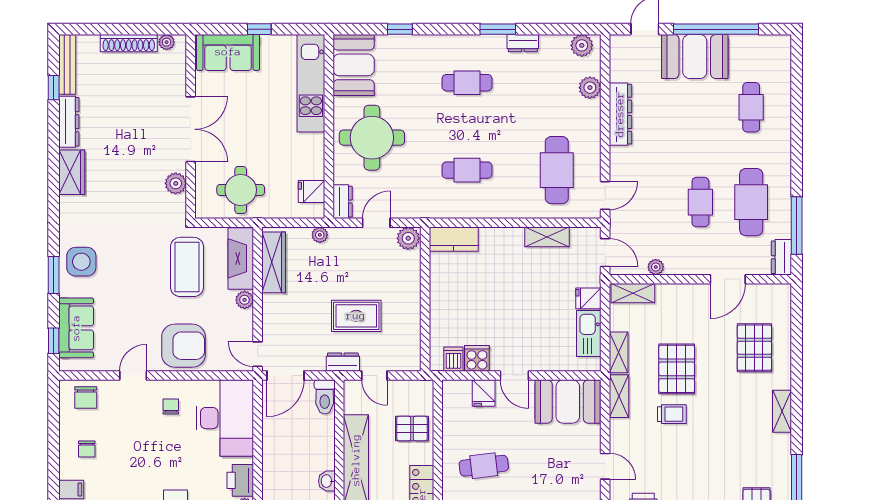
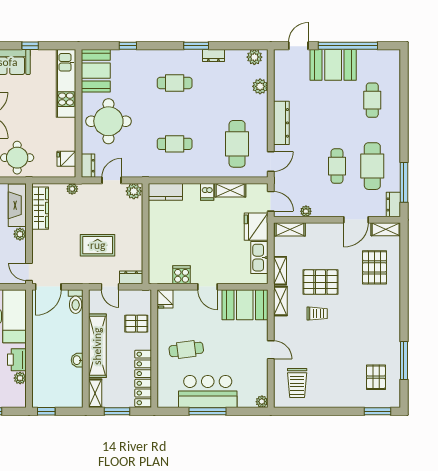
dresser: (620, 114) -> (281, 123), moved
fridge: (588, 298) -> (256, 227), width x1.88, depth x1.34
dishwasher: (453, 359) -> (207, 192), moved, turned 180
dresser: (343, 362) -> (131, 277), moved
pallet: (677, 369) -> (320, 282), turned 90
fridge: (484, 393) -> (165, 299), moved
shelving: (782, 411) -> (386, 229), moved, turned 90

